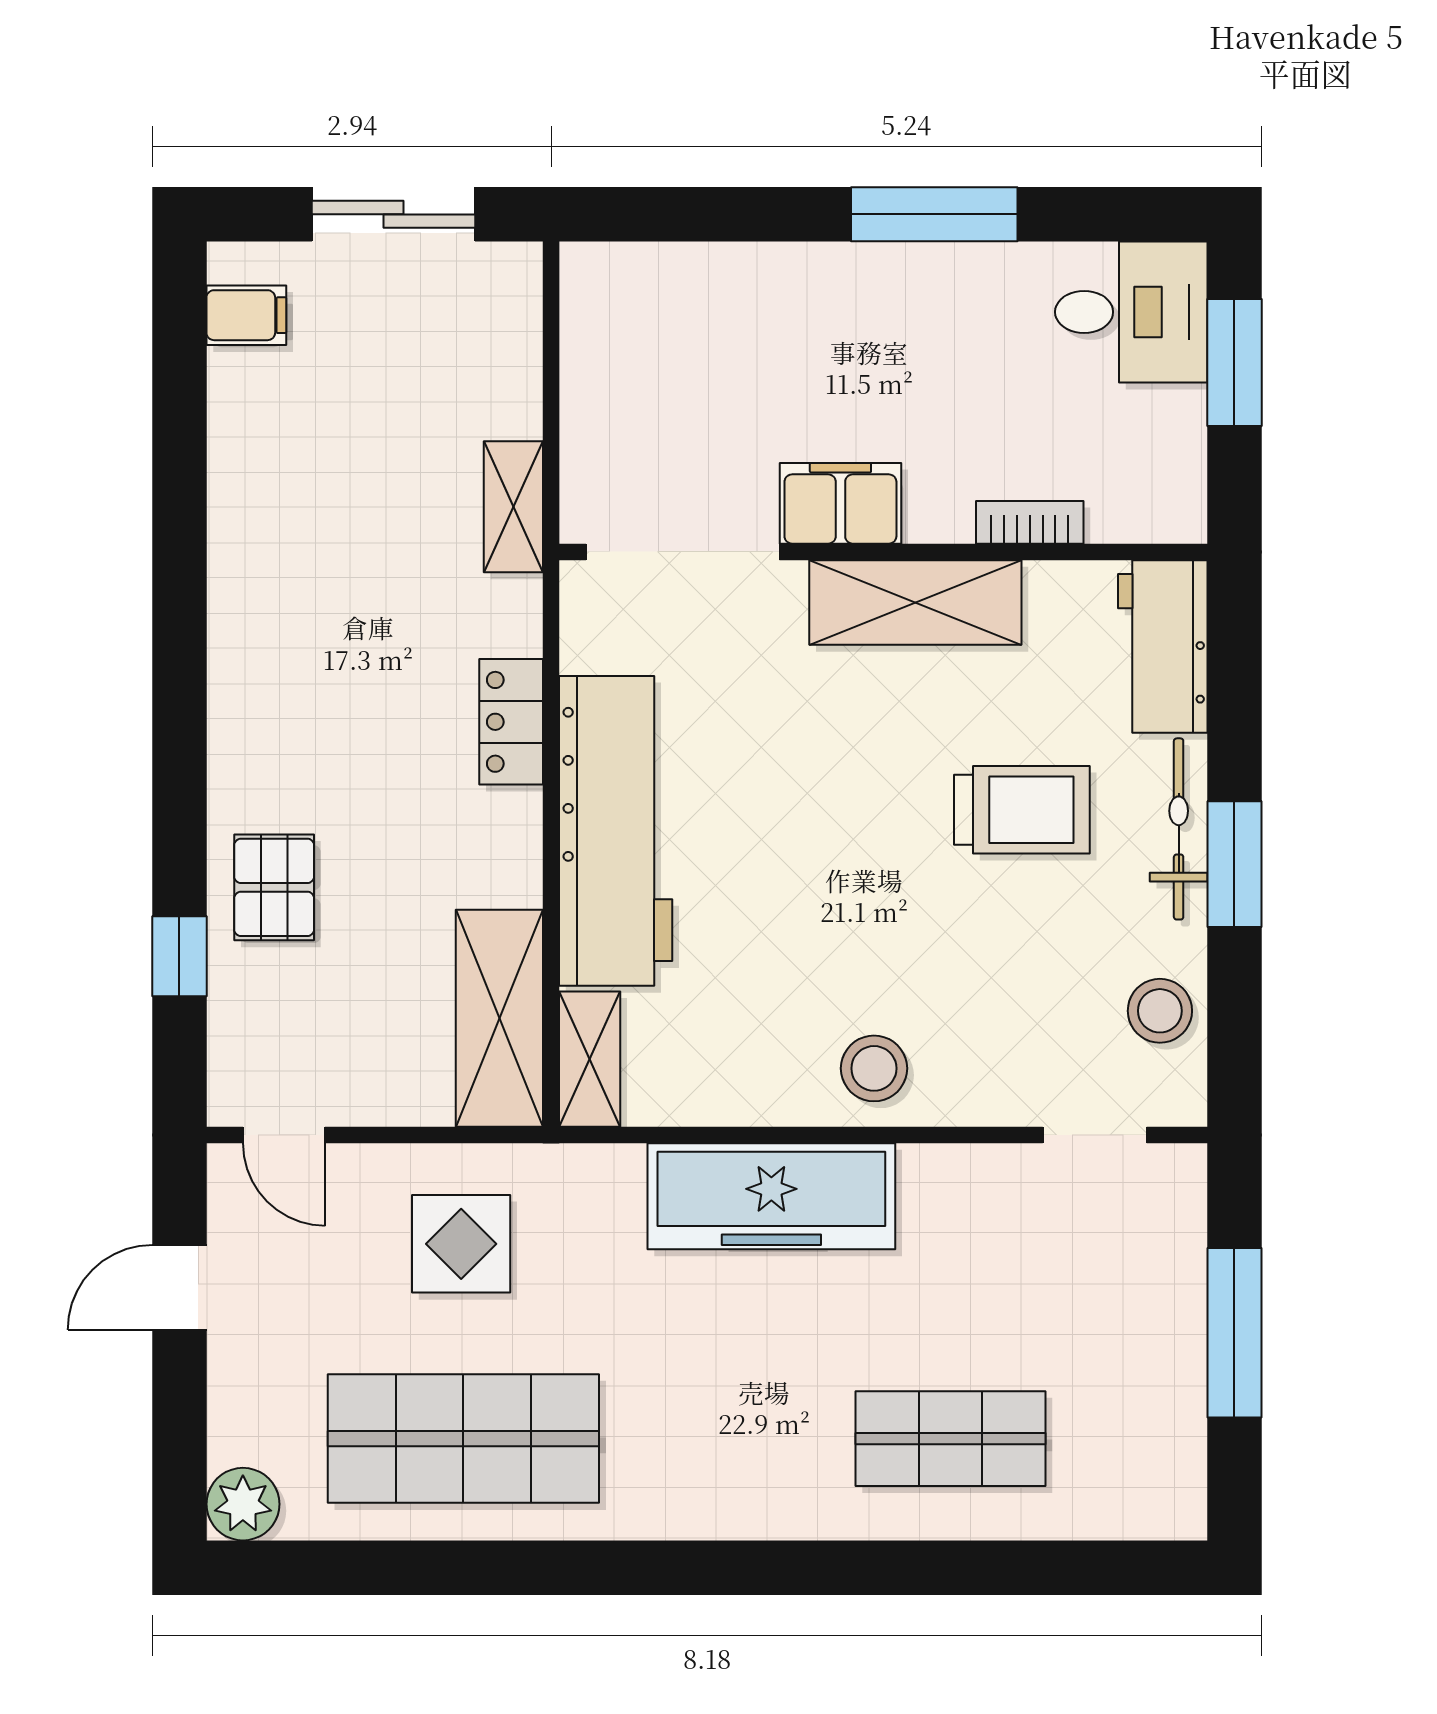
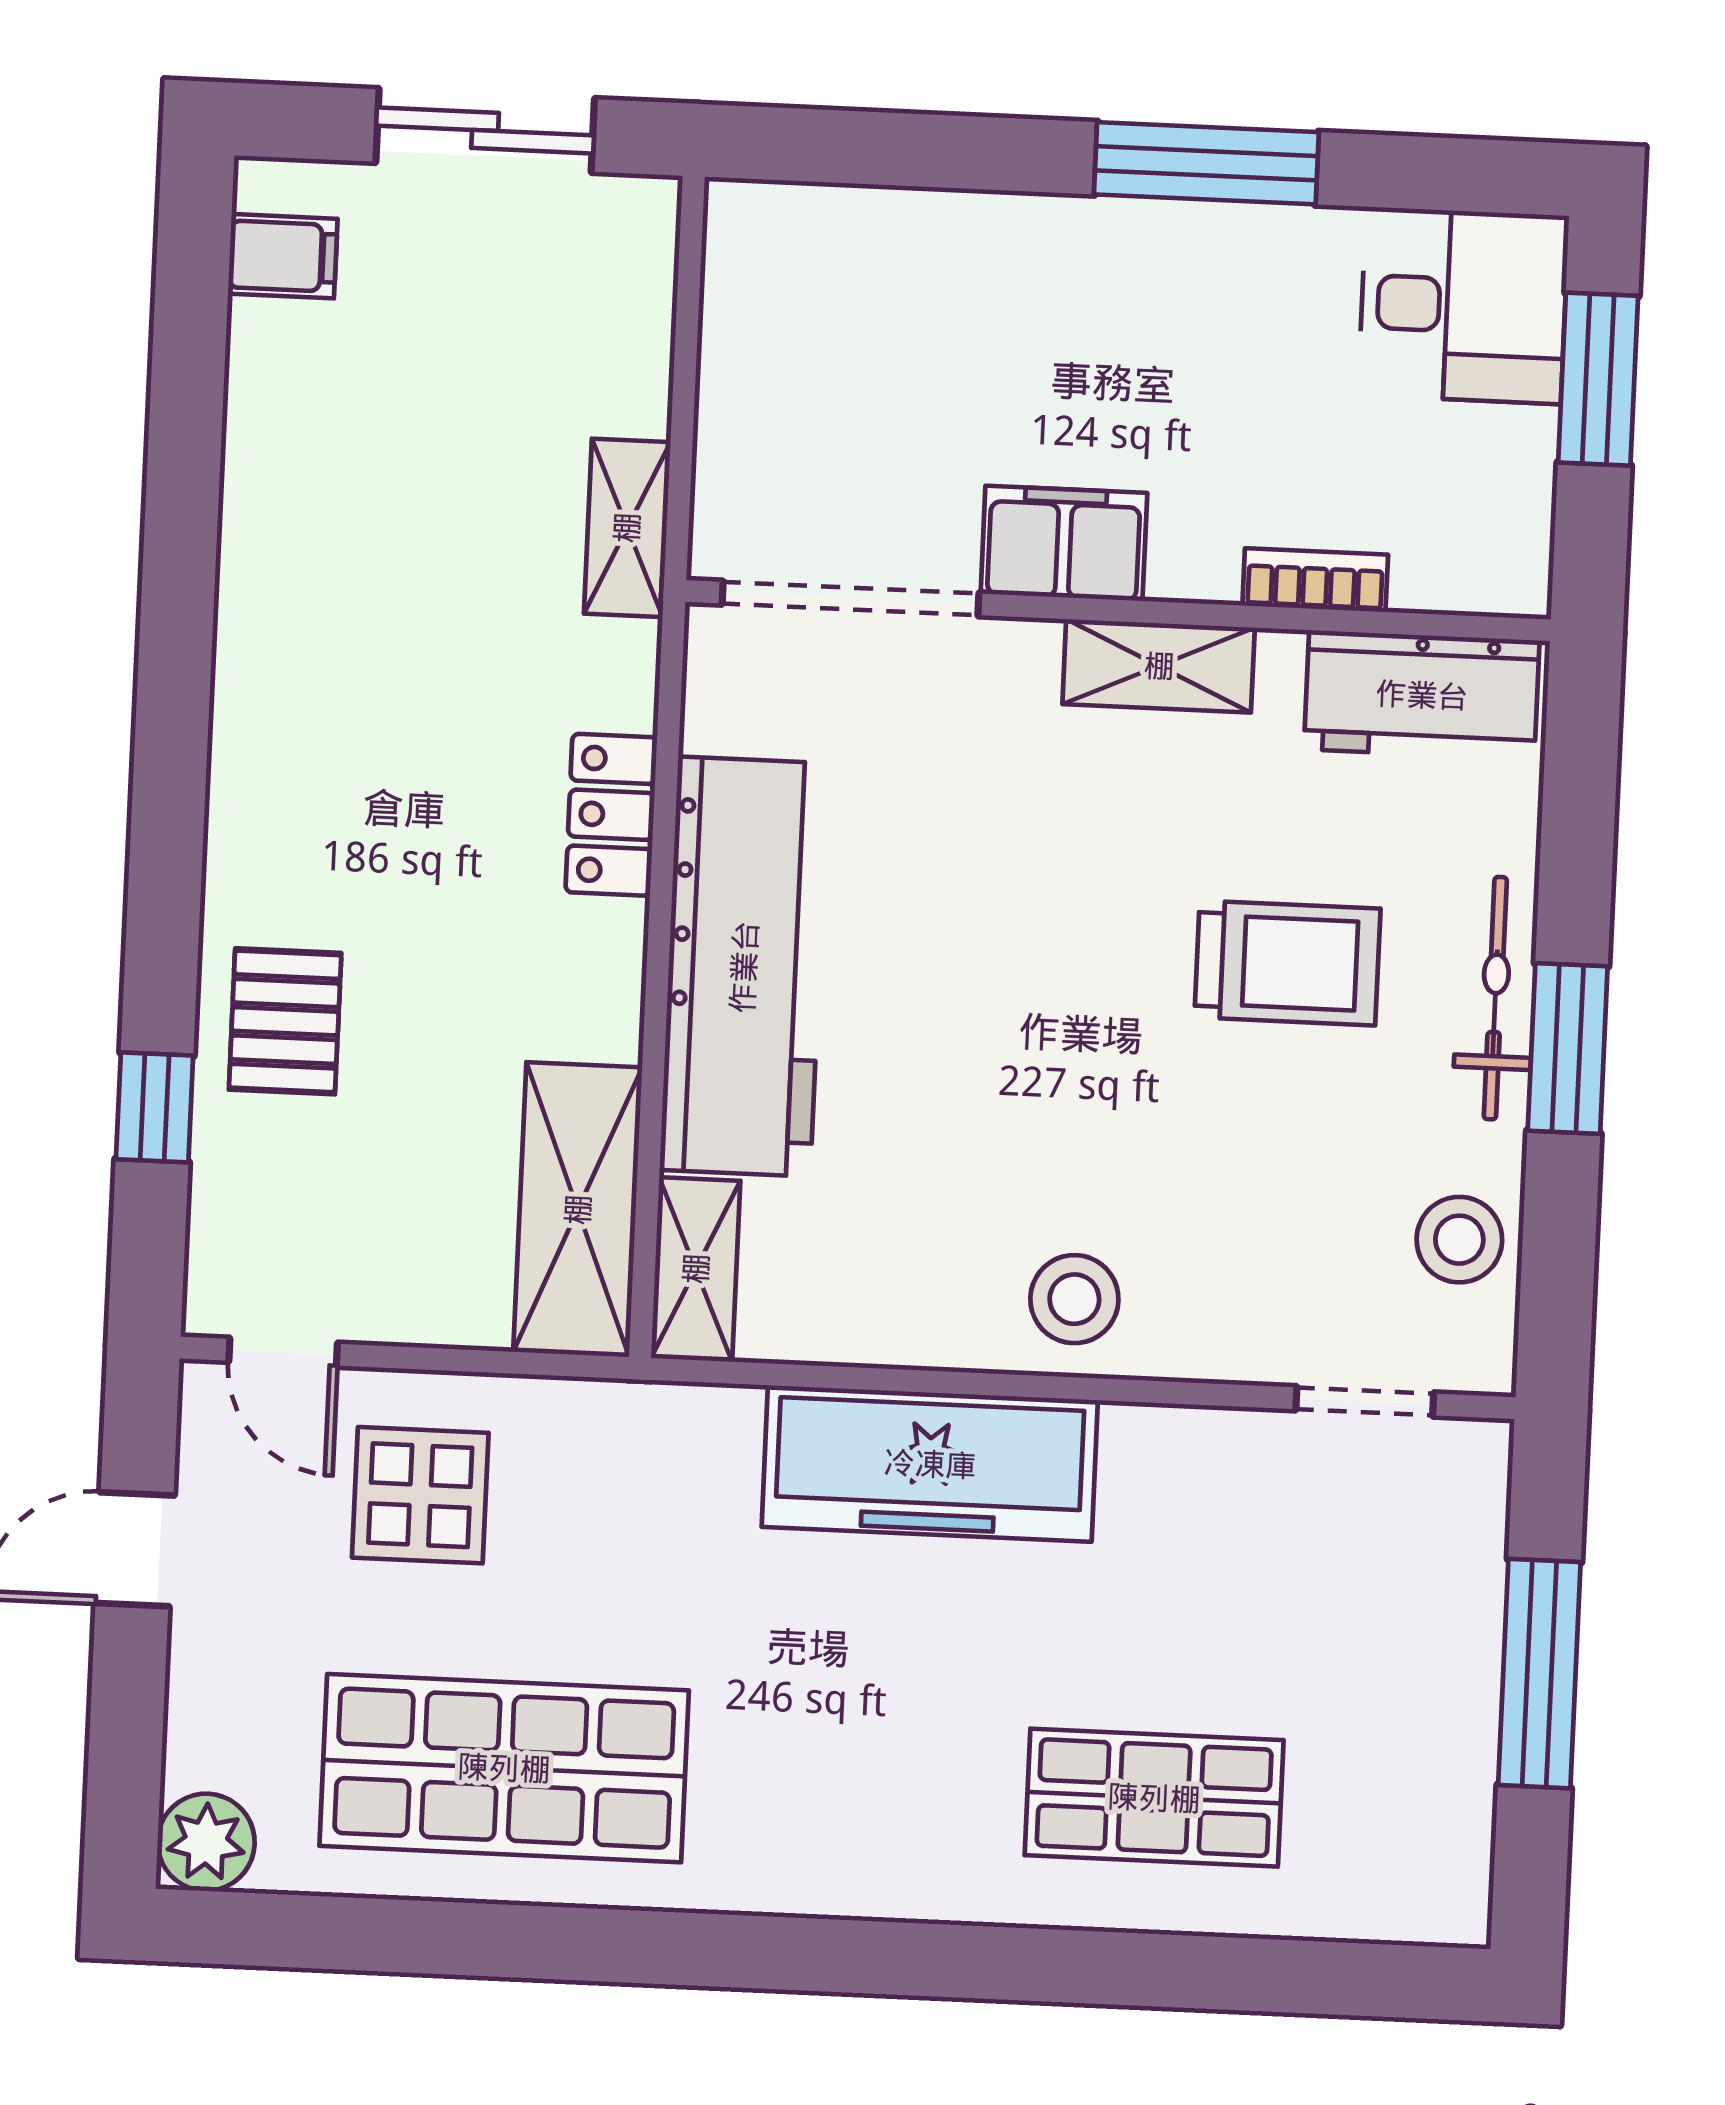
shelving: (915, 602) -> (1159, 666), width x0.67, depth x0.75
workbench: (1163, 646) -> (1422, 695), moved, turned -90
display table: (461, 1244) -> (420, 1495), moved

